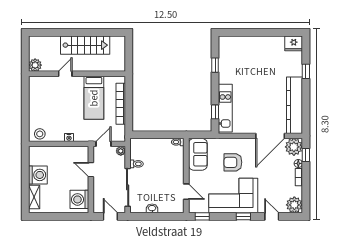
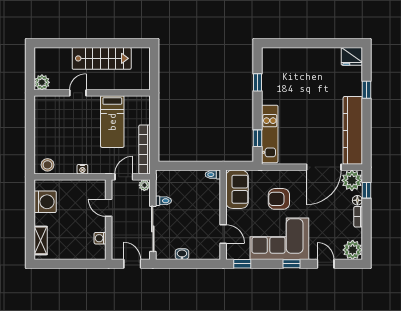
bookcase: (121, 104) -> (144, 149), moved
washing machine: (38, 175) -> (45, 202), moved
washing machine: (79, 199) -> (100, 238), width x0.53, depth x0.53

